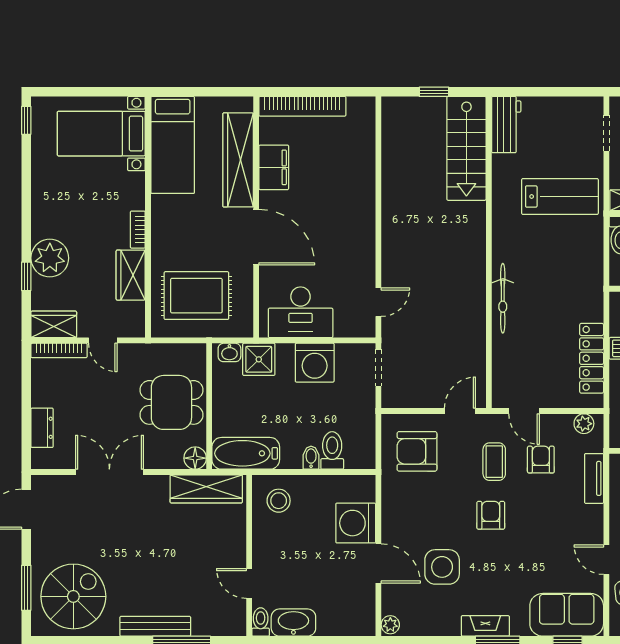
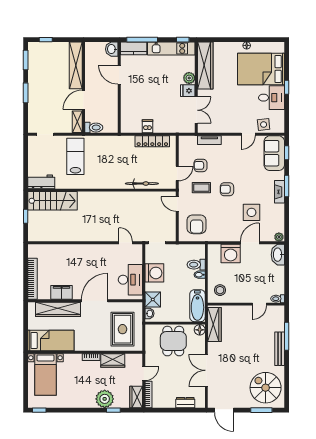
bicycle: (503, 298) -> (142, 184), moved
plant: (584, 424) -> (183, 145), removed
washbasin: (293, 623) -> (278, 255), moved

